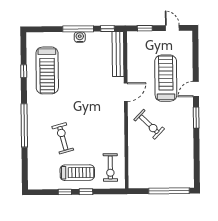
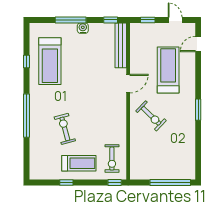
window: (78, 29) -> (71, 20), moved
door: (196, 89) -> (198, 44), moved
window: (86, 192) -> (115, 182), moved

